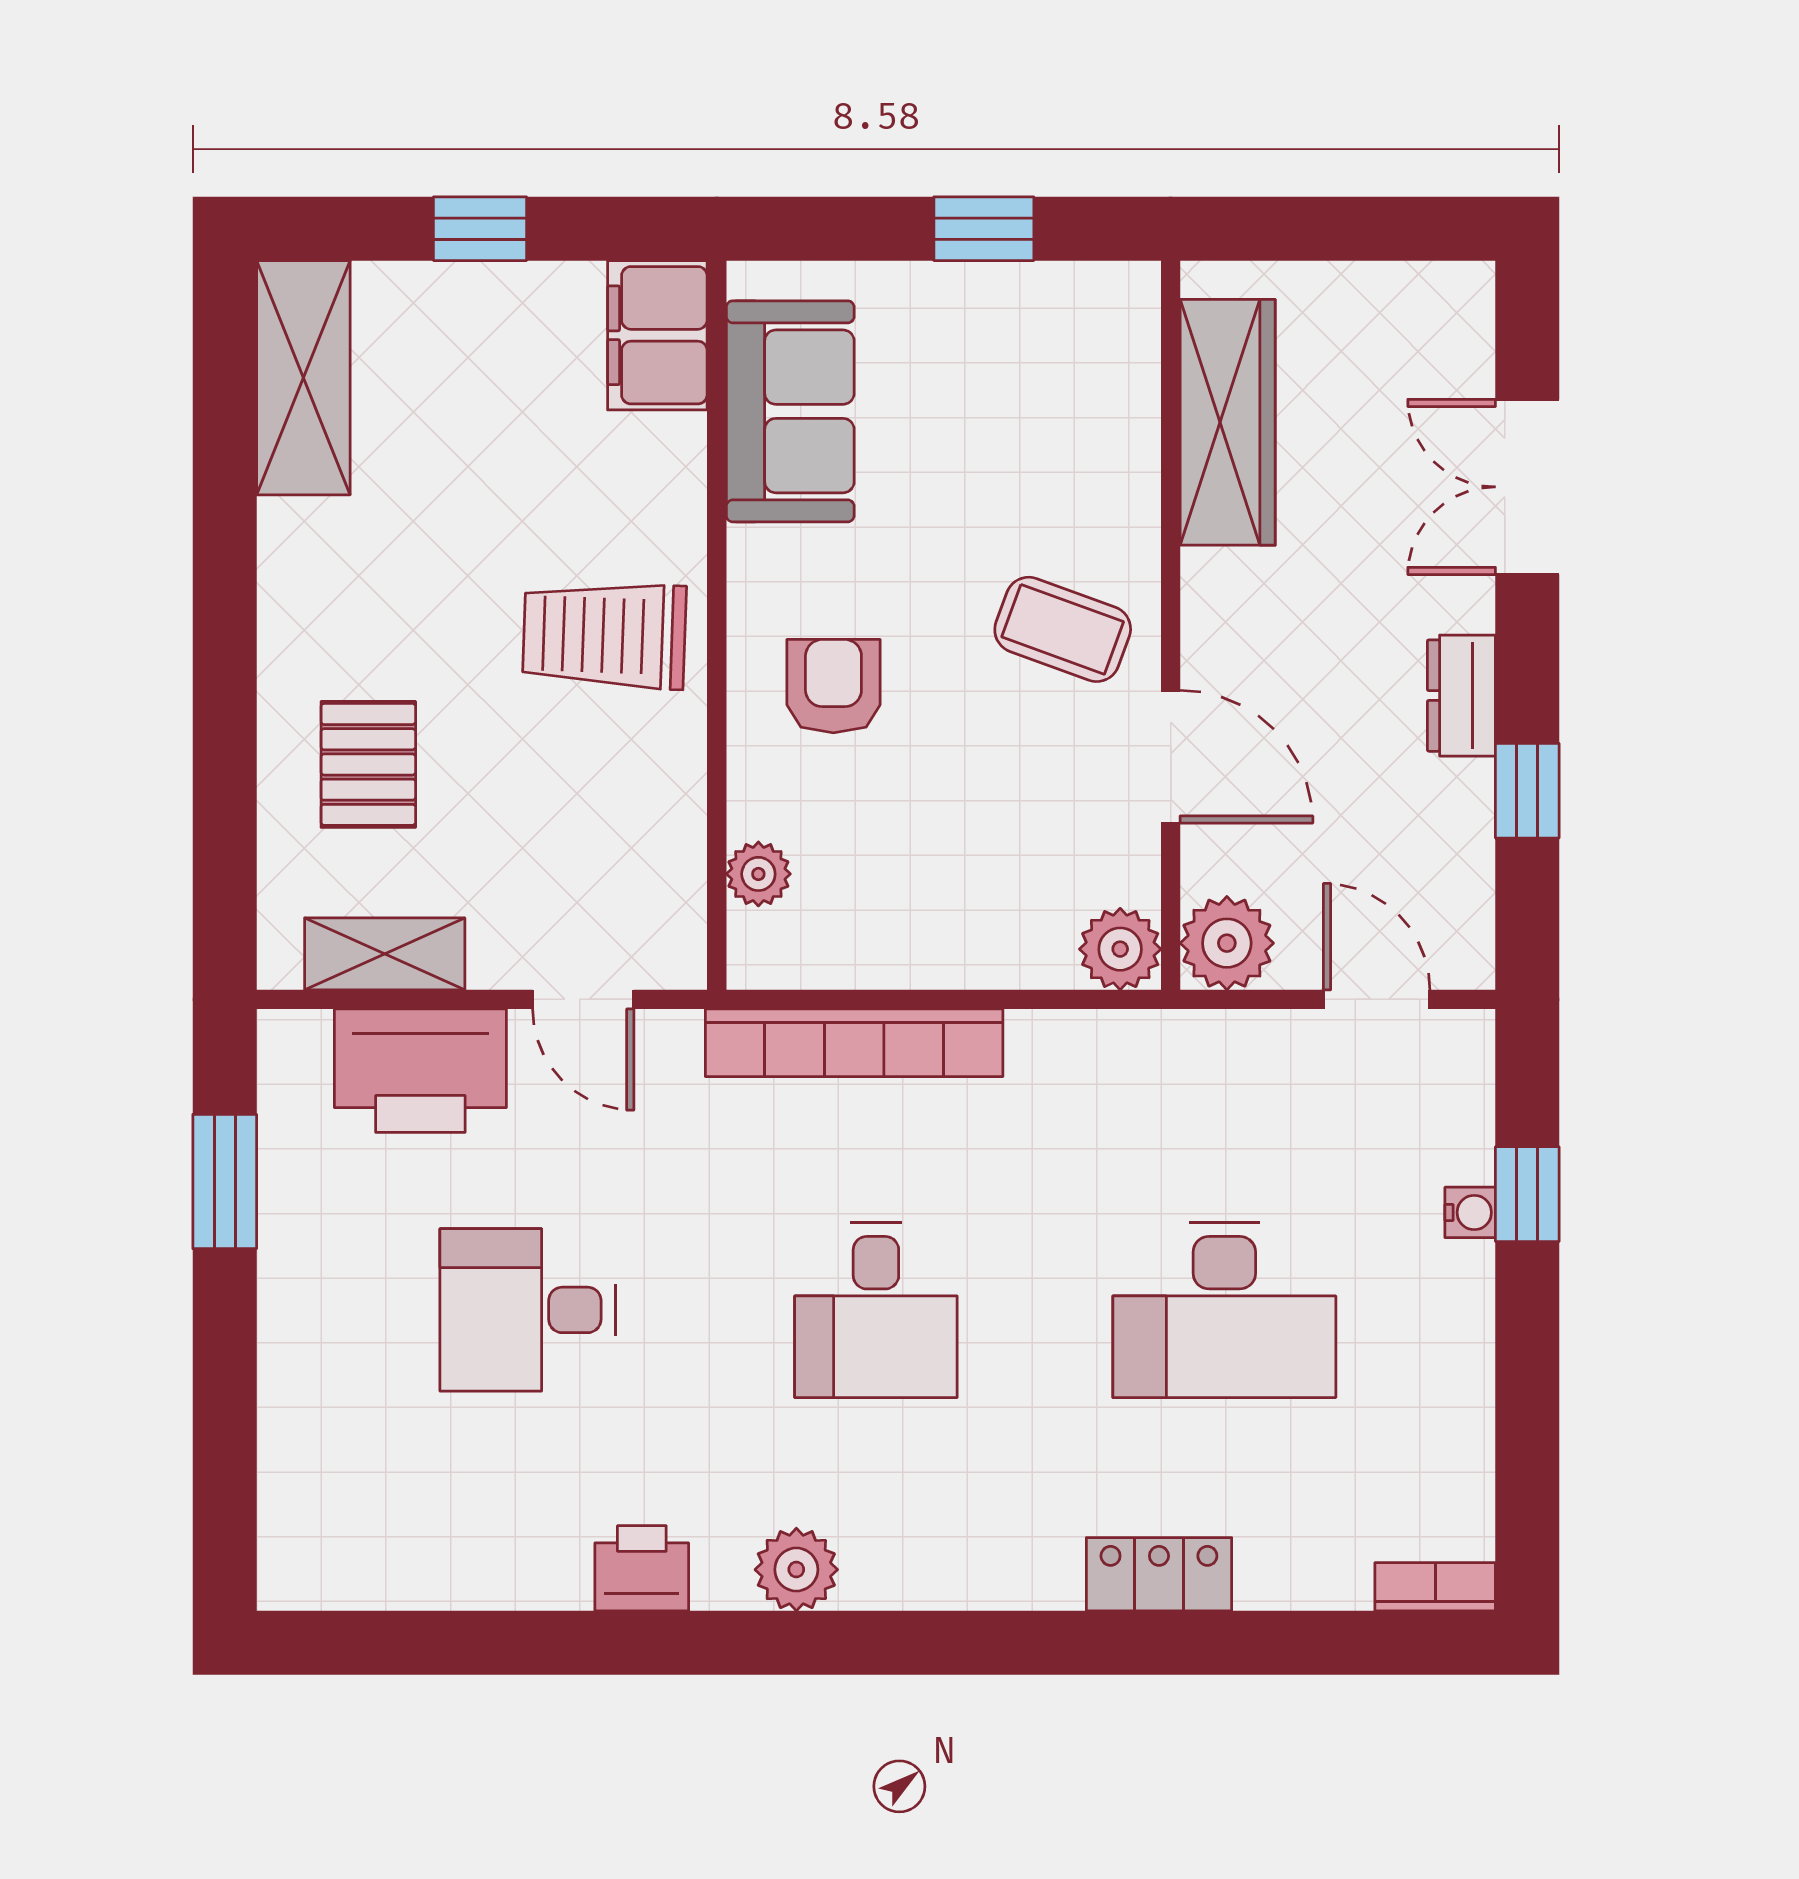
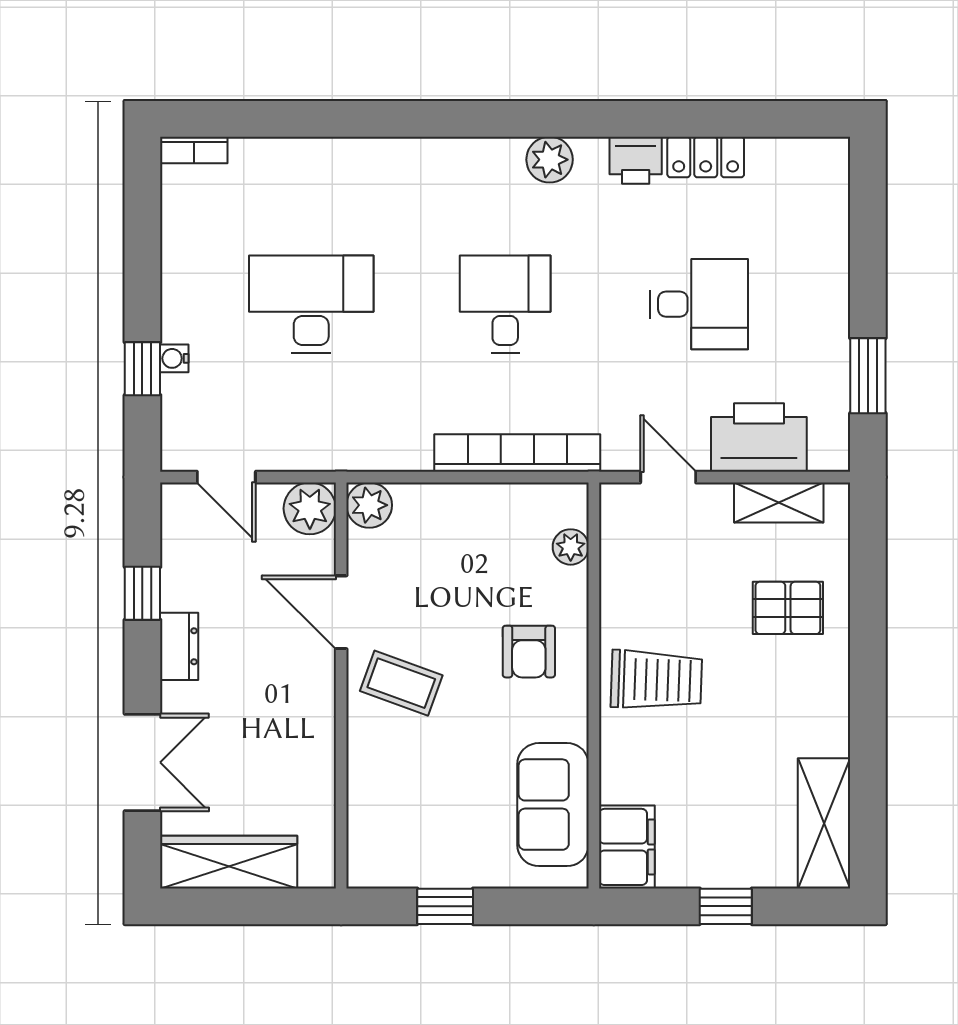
wardrobe: (1228, 422) -> (229, 862), moved, turned 90
pallet: (368, 764) -> (788, 608), turned 90
locker: (1159, 1574) -> (706, 157), moved

